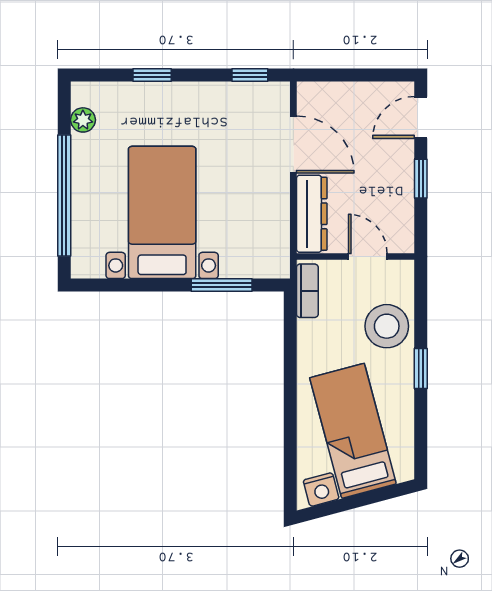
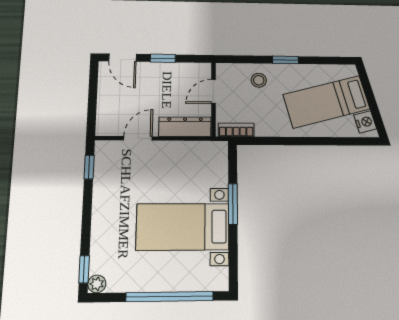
window: (152, 75) -> (84, 269), moved
plant: (83, 120) -> (97, 284), moved
door: (293, 145) -> (138, 138), width x0.73
window: (222, 285) -> (233, 204), moved
stool: (387, 326) -> (259, 80), width x0.53, depth x0.53

